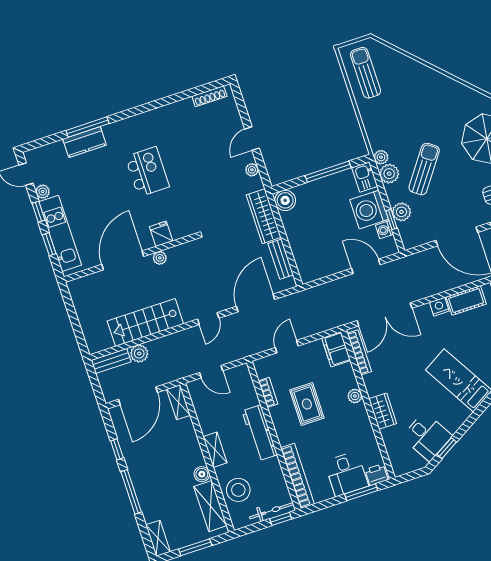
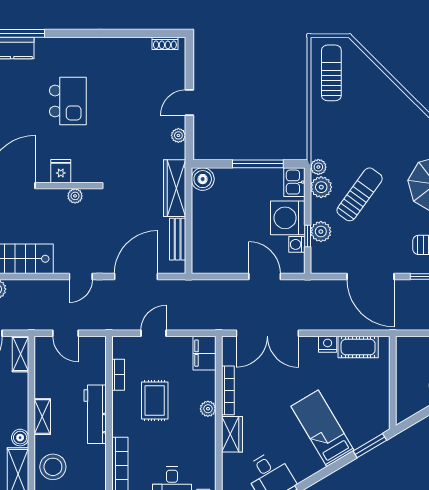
shoe rack: (209, 96) -> (165, 43), width x0.70
plant: (160, 258) -> (75, 196), moved
bookcase: (359, 352) -> (228, 390), moved

